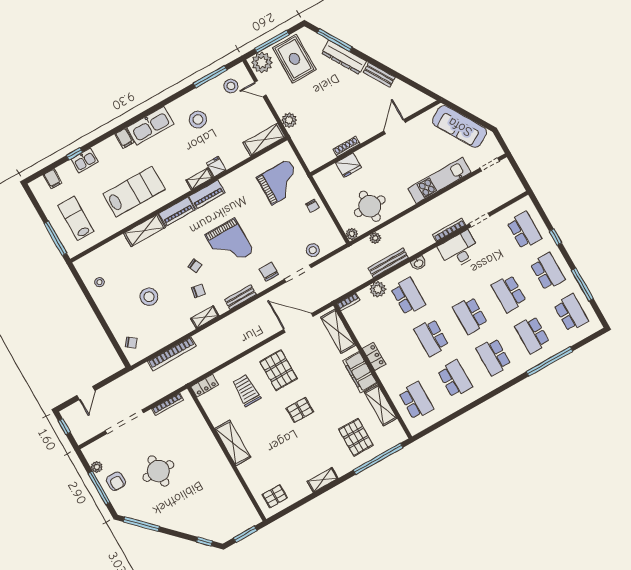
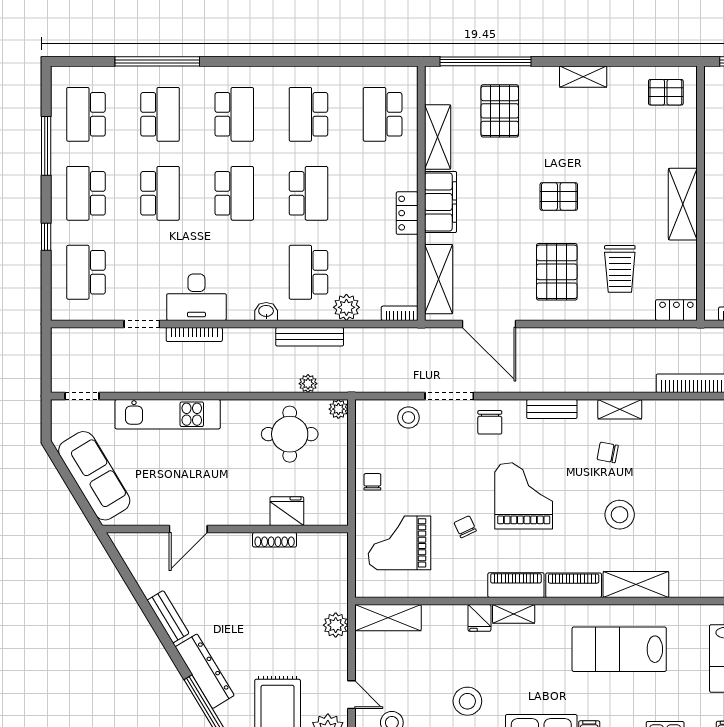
chair: (195, 266) -> (465, 527), moved
stool: (149, 297) -> (620, 515), moved

